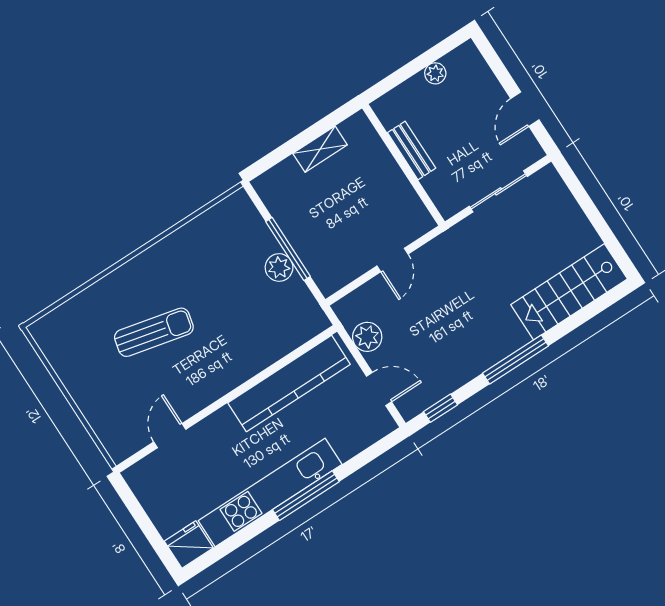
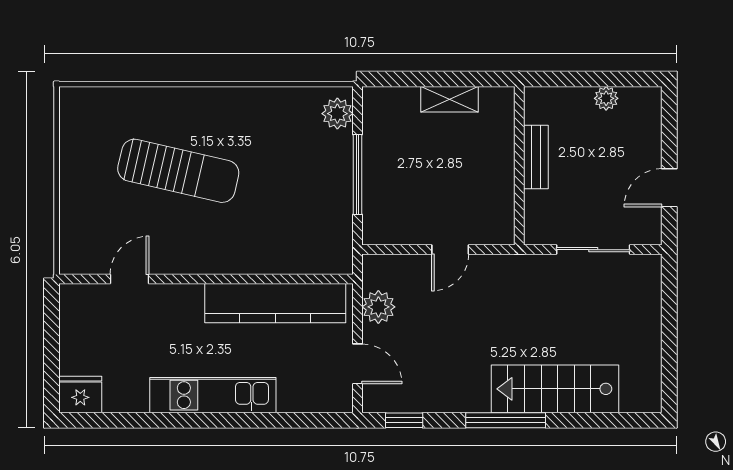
plant: (279, 267) -> (337, 114), moved
stairs: (569, 292) -> (555, 389), moved
sun lounger: (154, 332) -> (178, 171), width x1.36, depth x1.34
kitchen unit: (270, 492) -> (213, 395), width x0.73
window: (306, 496) -> (222, 420), removed

